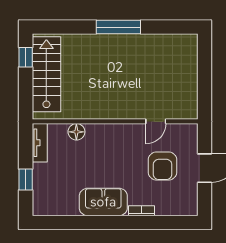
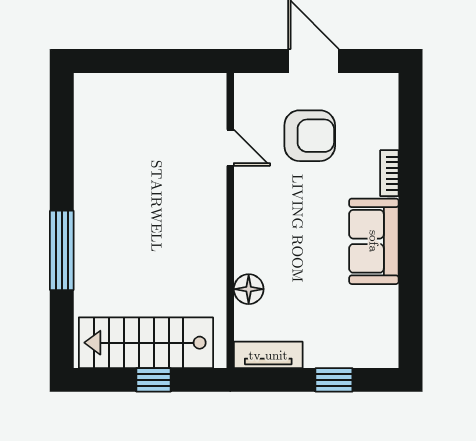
window: (118, 27) -> (62, 250), moved
window: (26, 57) -> (153, 380), moved

